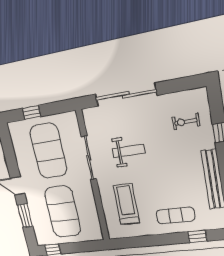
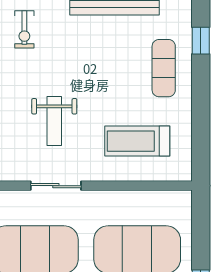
weight bench: (129, 151) -> (54, 121), turned 180
sliding door: (89, 158) -> (56, 186), width x0.73

